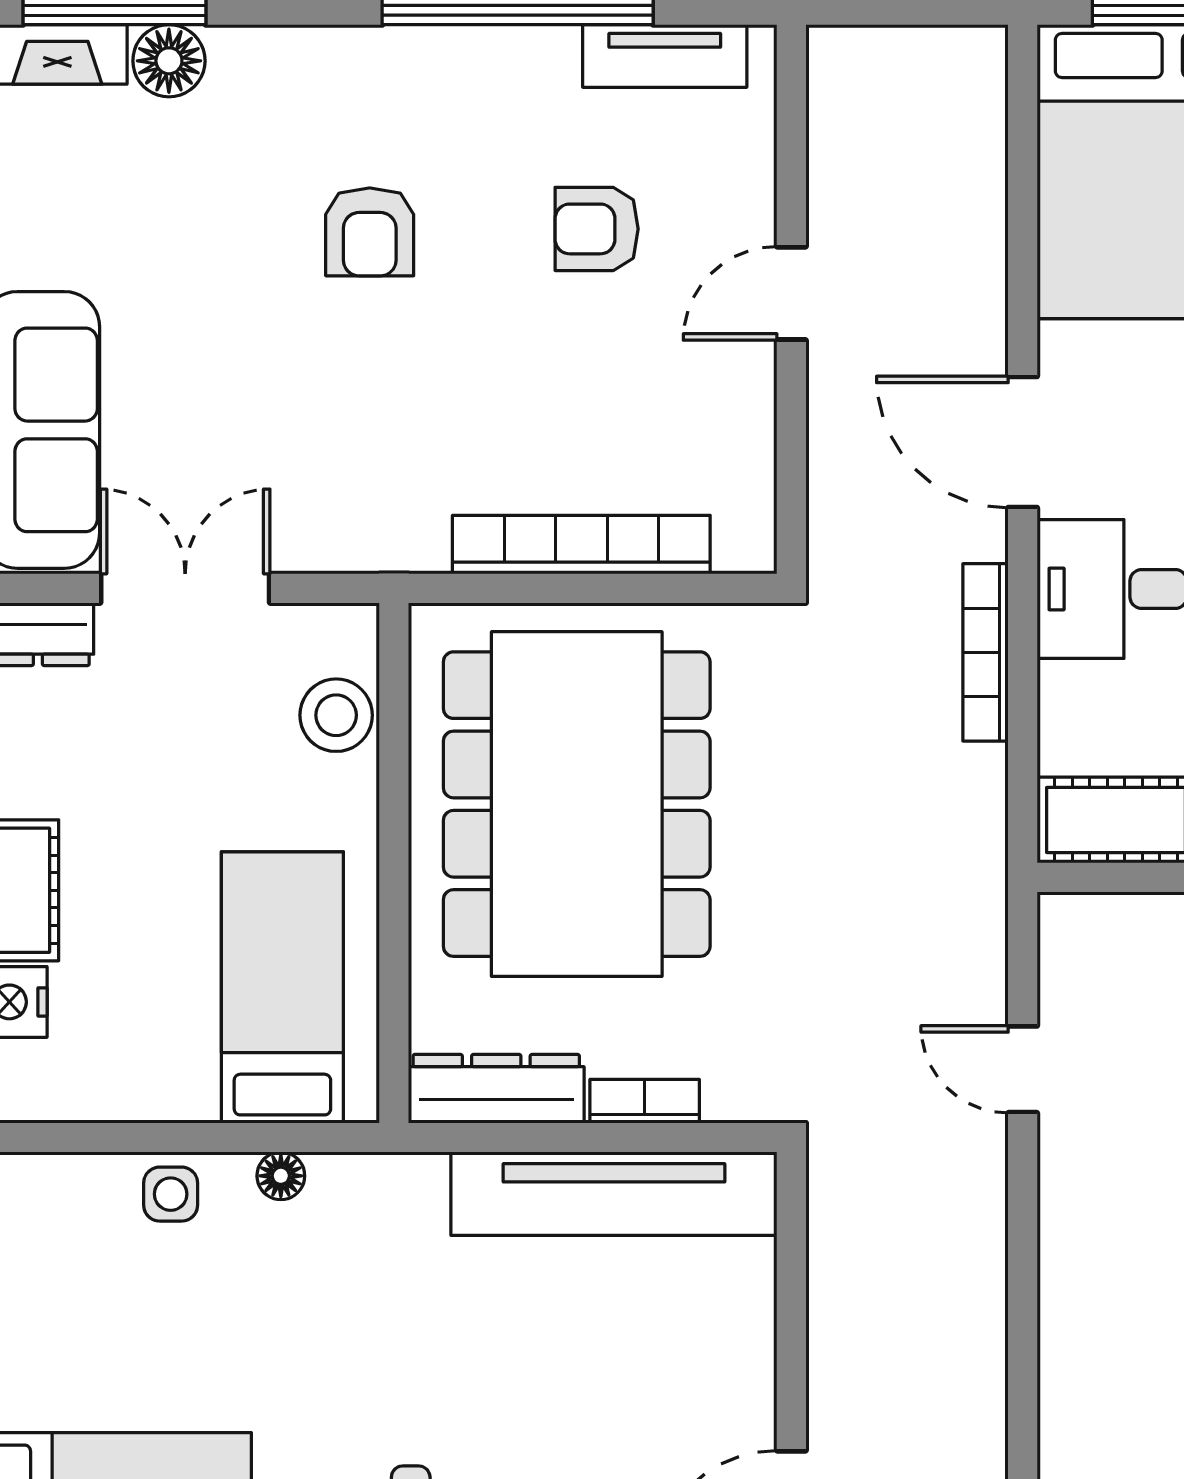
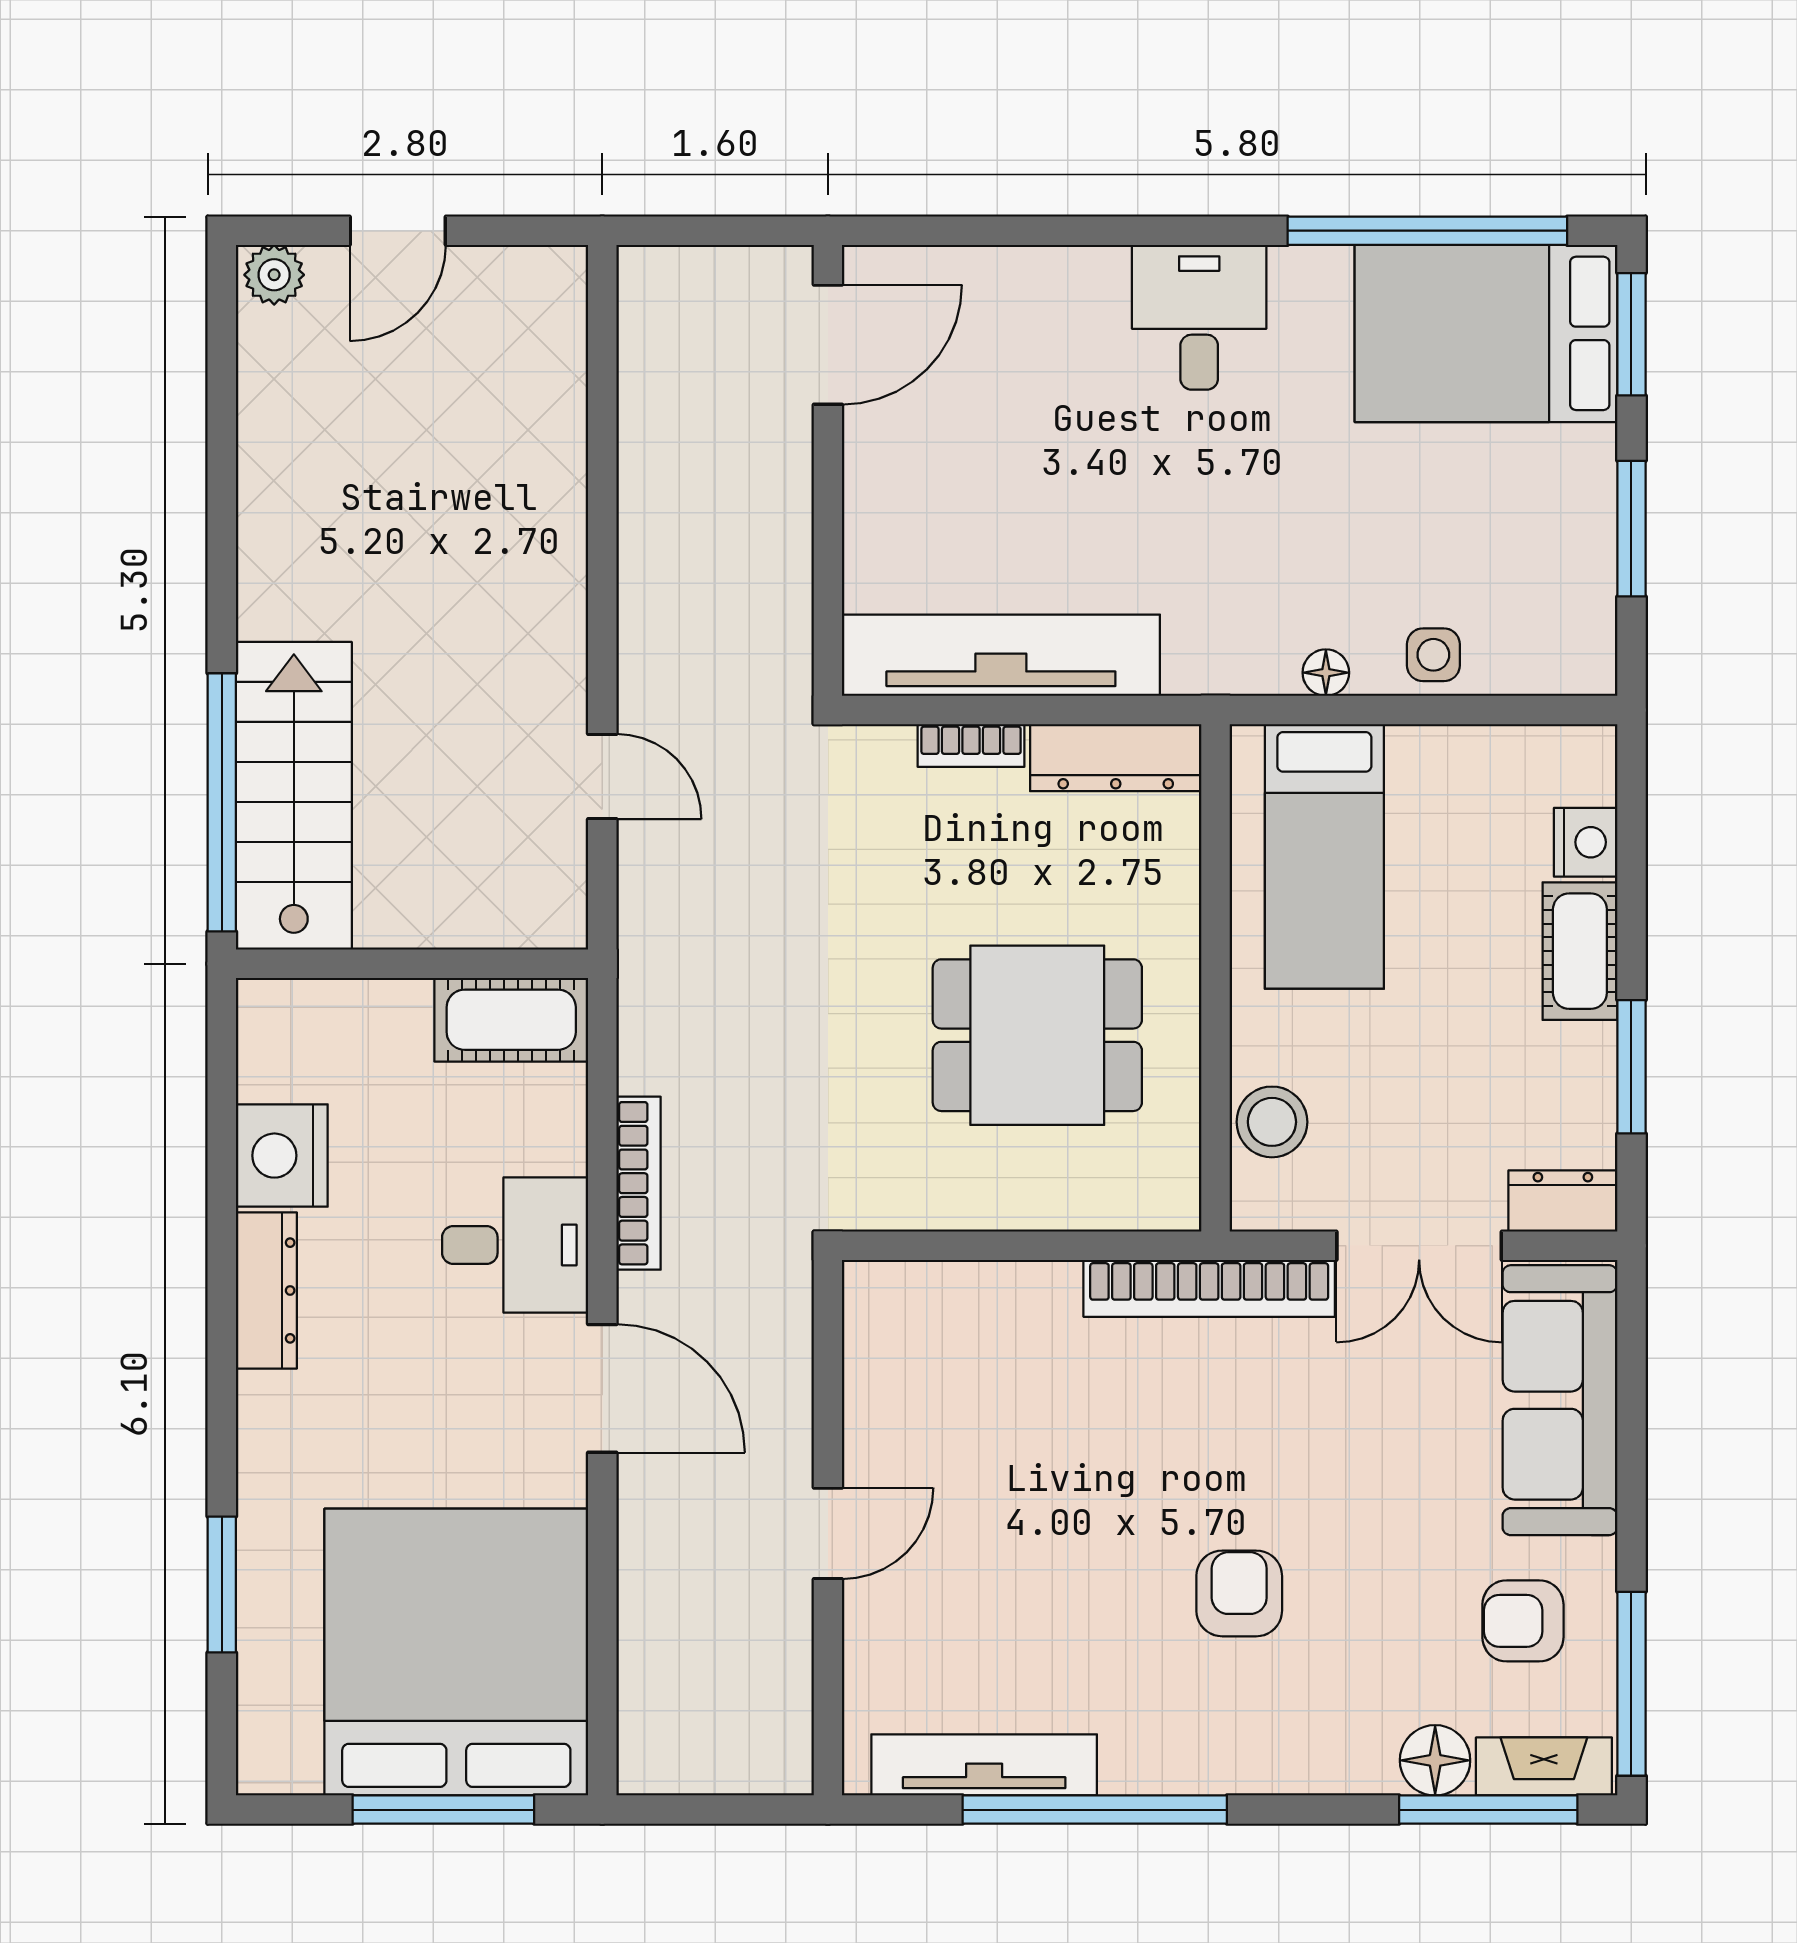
tv unit: (665, 56) -> (984, 1765), width x1.41
armchair: (597, 229) -> (1523, 1621), moved, turned 180
bookcase: (581, 545) -> (1209, 1288), moved
dining table: (577, 804) -> (1037, 1035), width x0.53, depth x0.80

